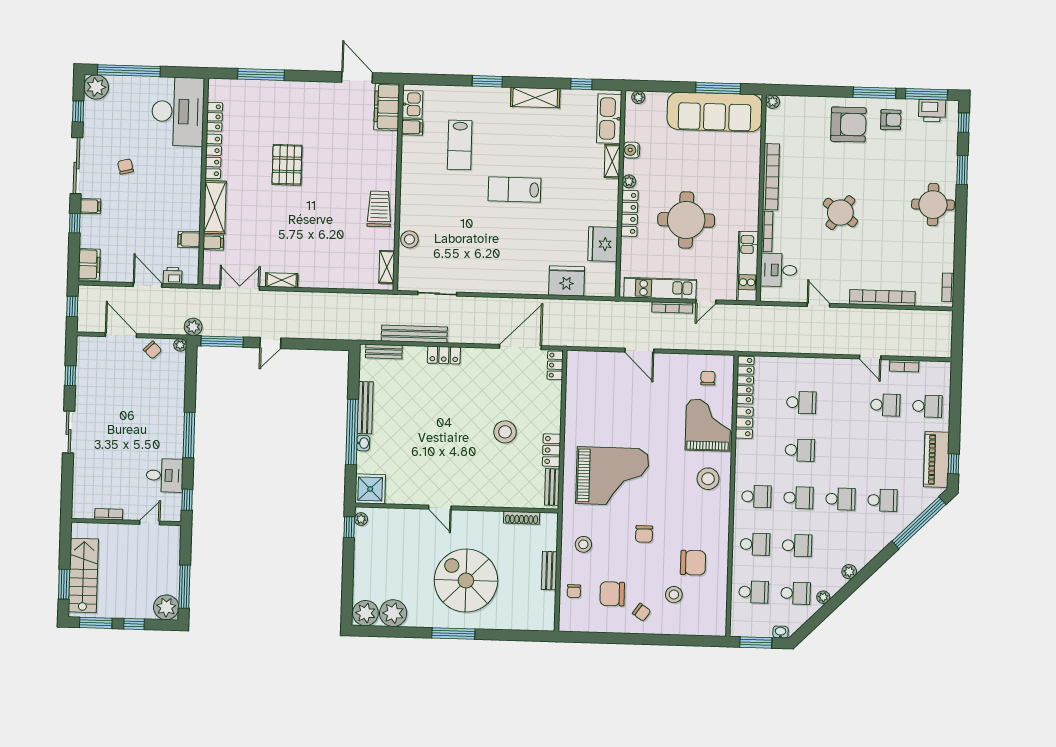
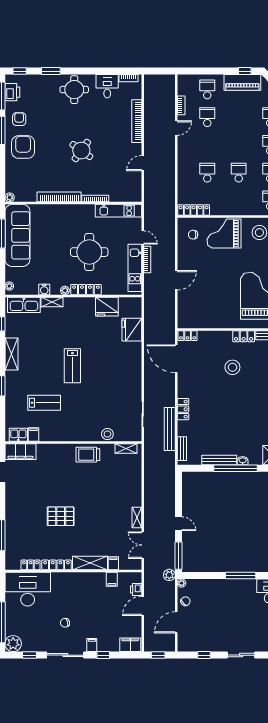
desk: (779, 270) -> (107, 86), moved, turned 180
locker: (744, 423) -> (222, 210), removed

